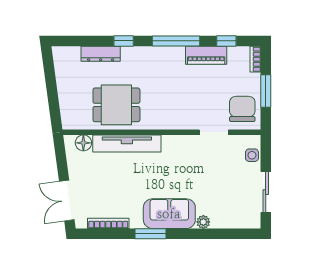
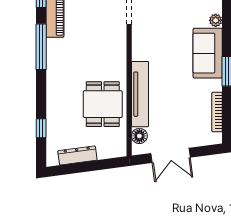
window: (124, 41) -> (41, 128), moved
dresser: (101, 54) -> (77, 155), moved, turned -98
double door: (67, 201) -> (170, 155), moved

